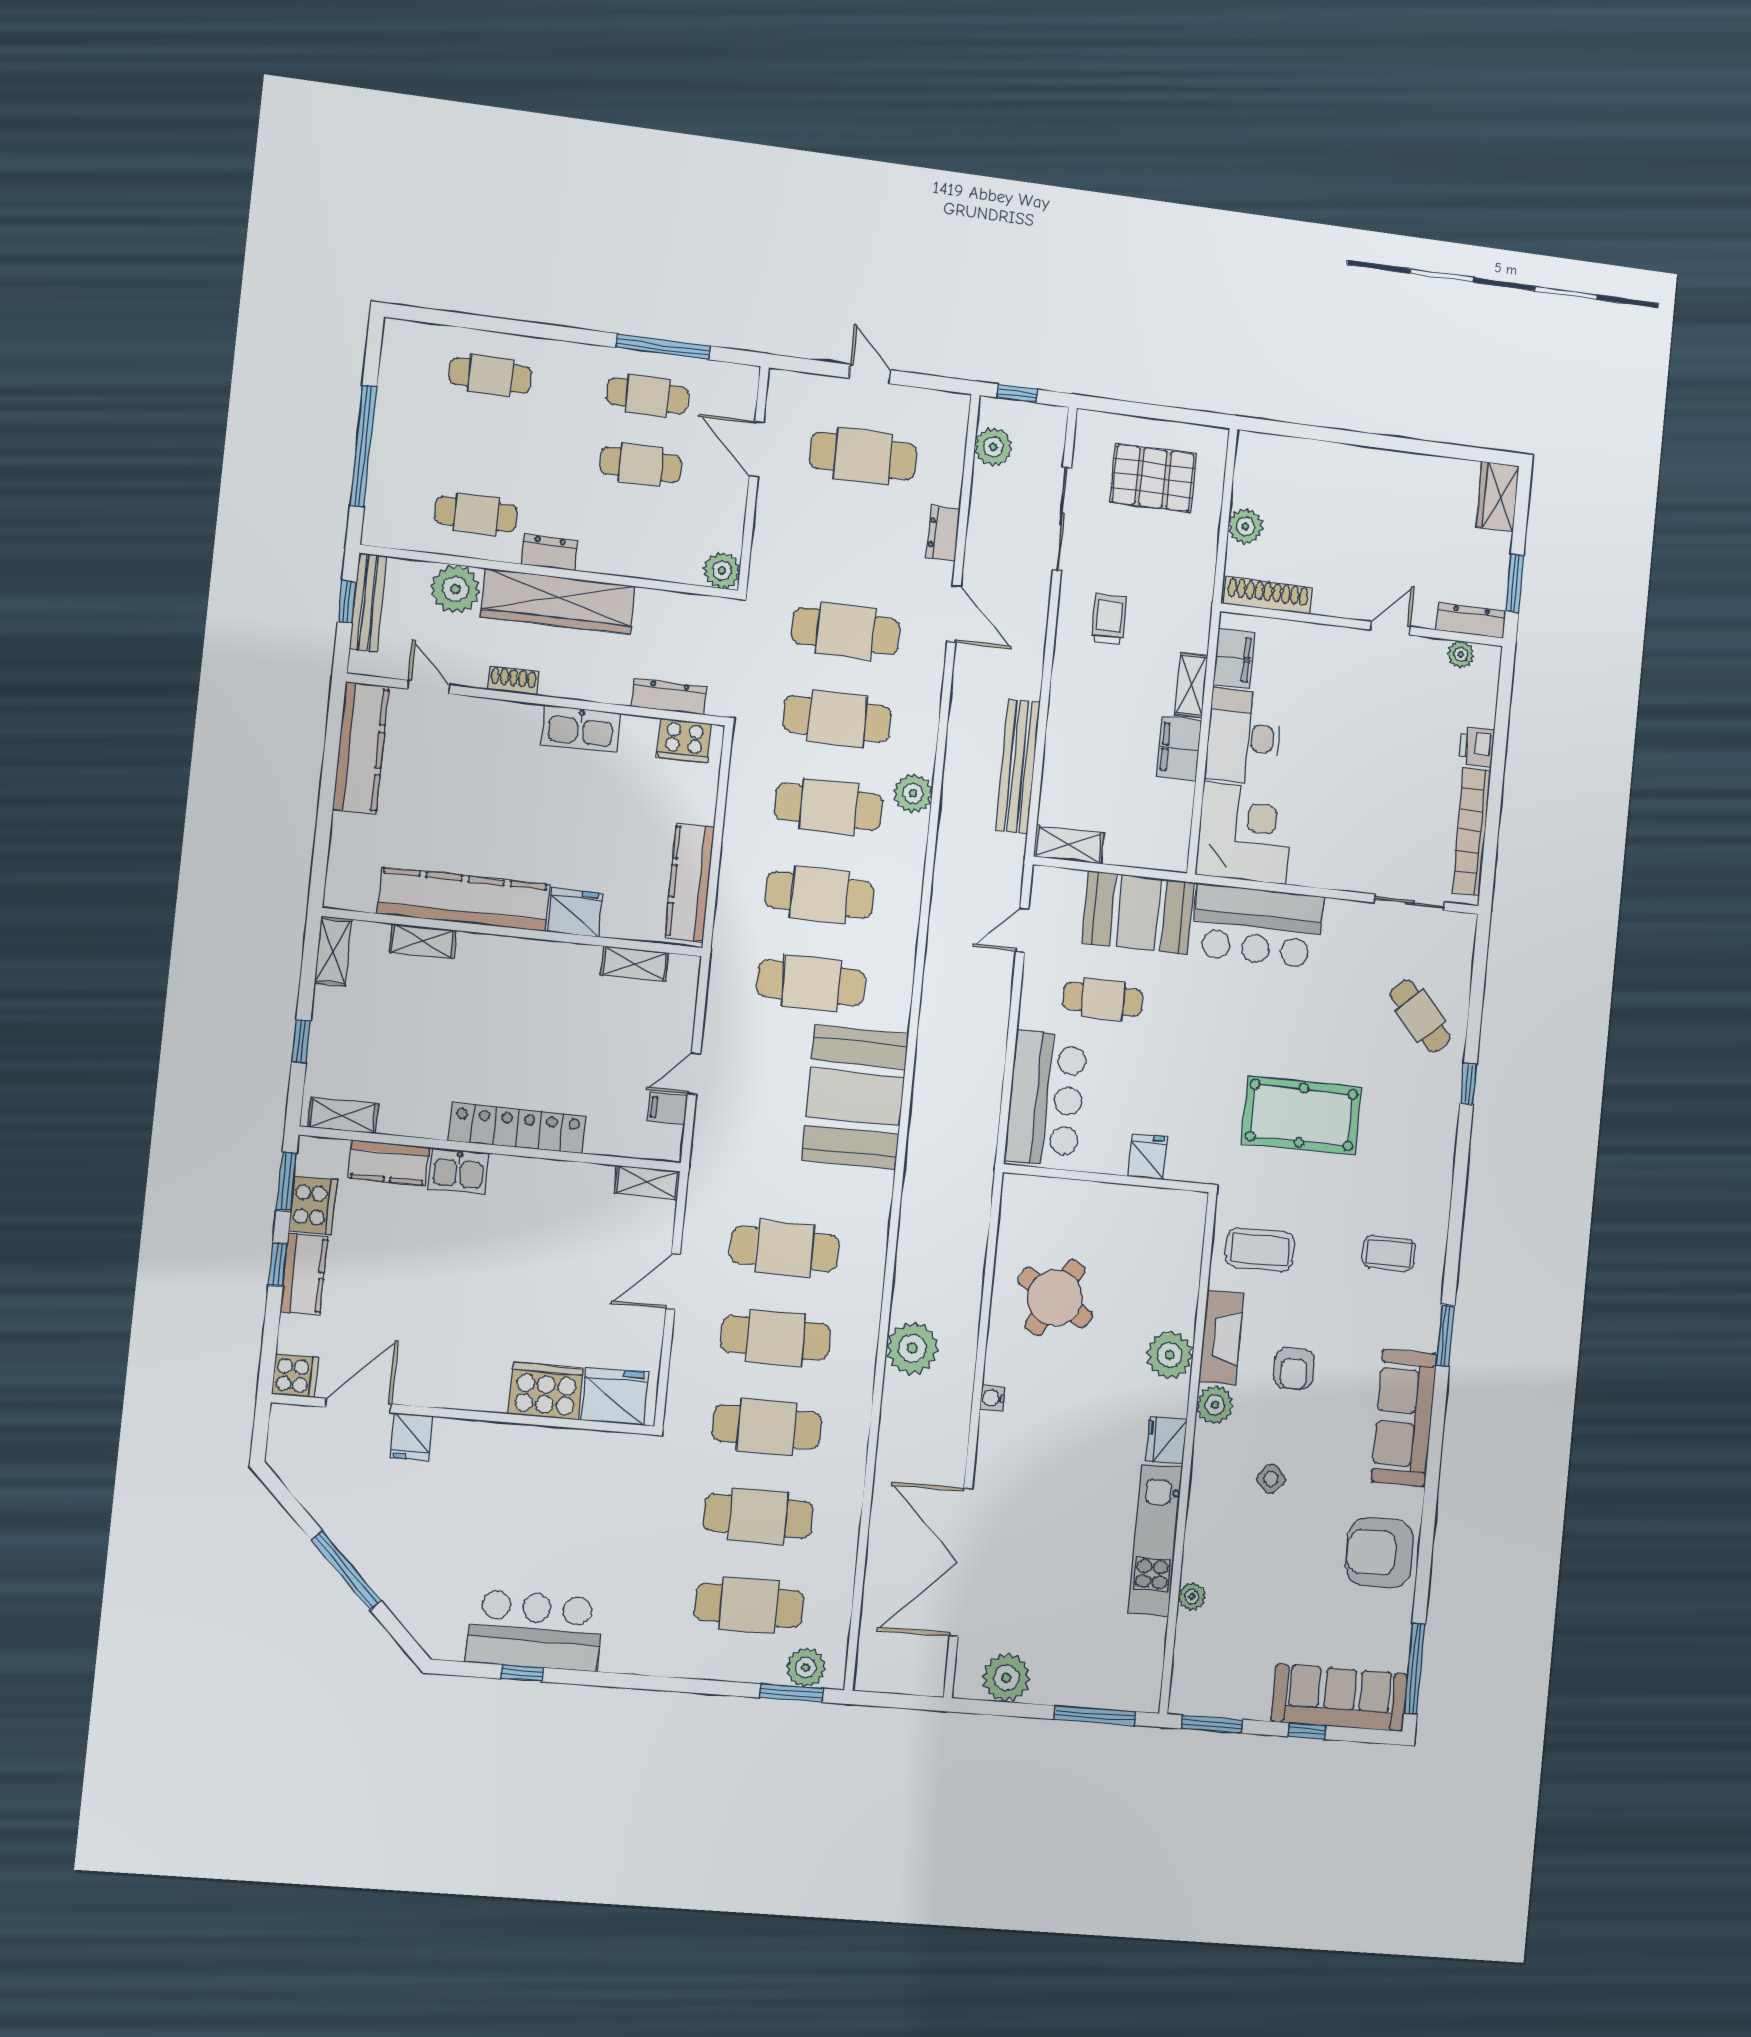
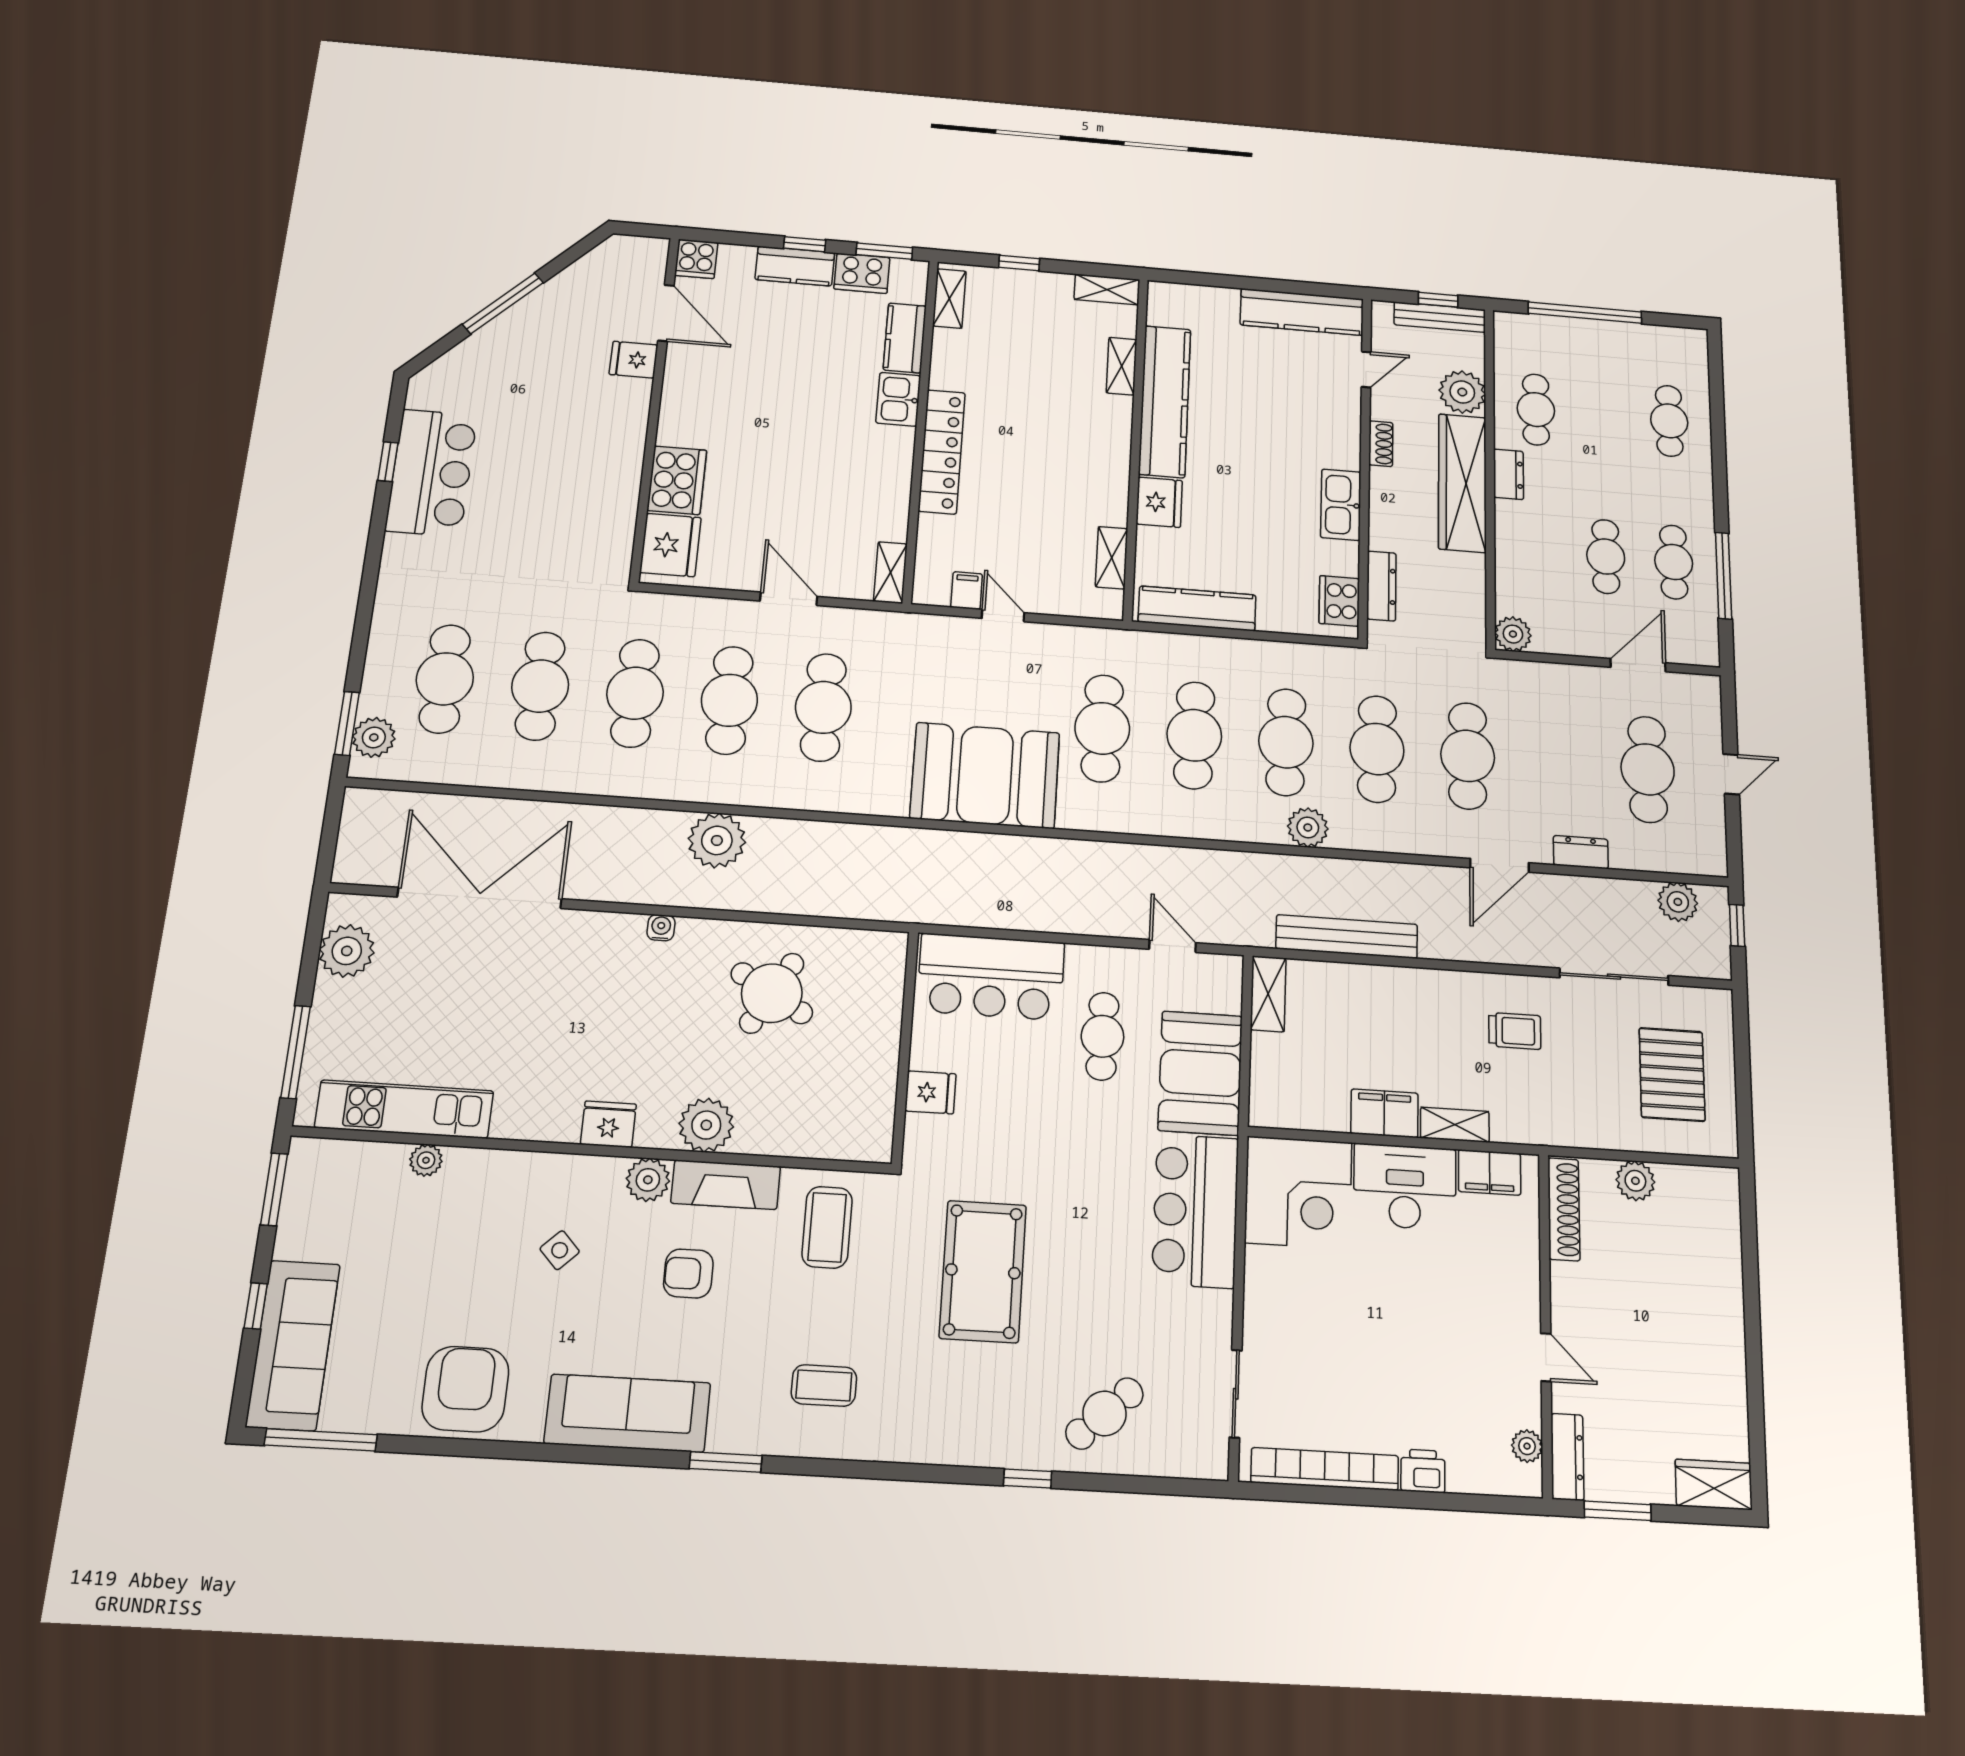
coffee table: (1389, 1253) -> (824, 1385), turned 90
kitchen unit: (1155, 1540) -> (404, 1109), moved

